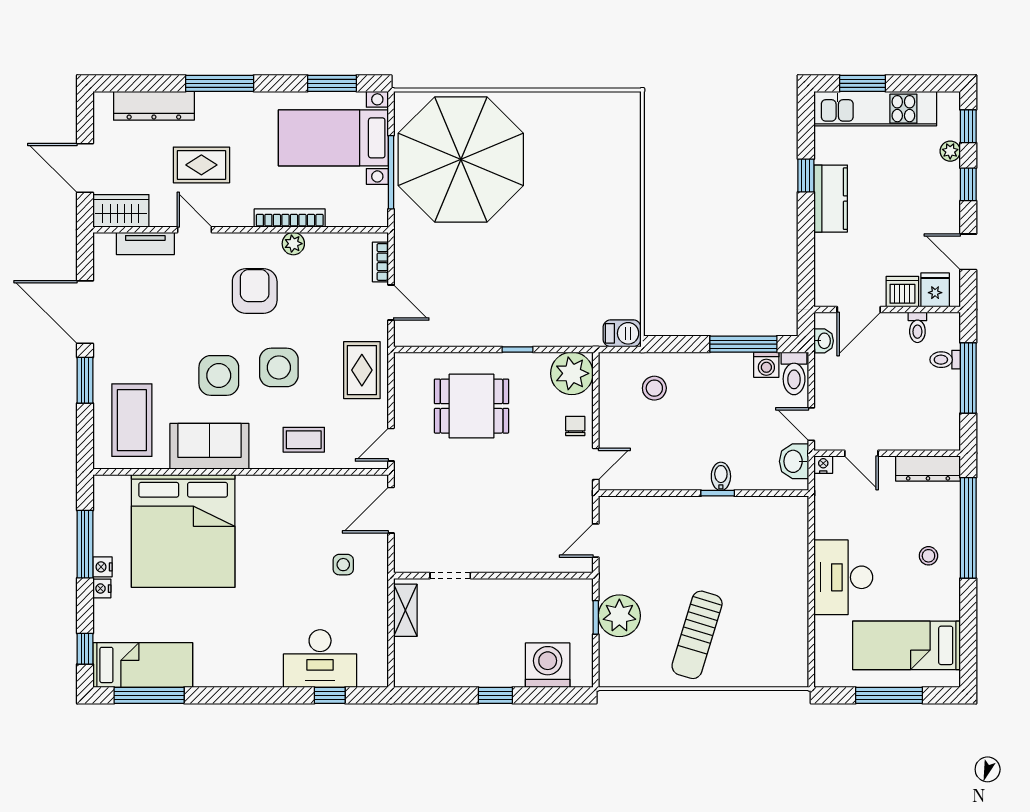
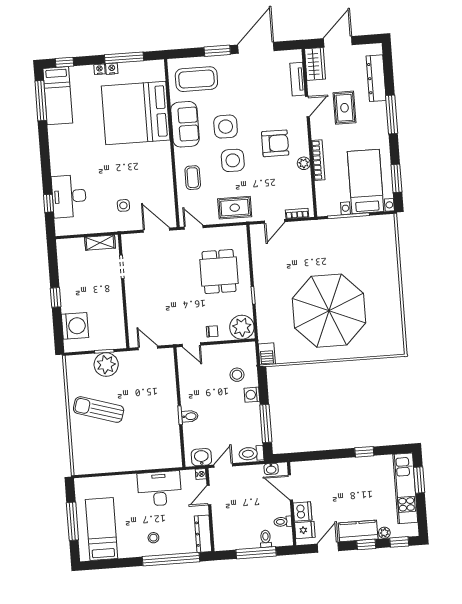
parasol: (461, 159) -> (329, 311), moved
kitchen counter: (831, 199) -> (358, 531), moved, turned 180
washing machine: (766, 365) -> (252, 395), moved
desk: (843, 577) -> (159, 489), moved

